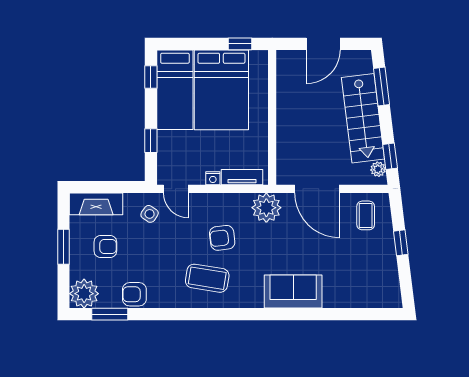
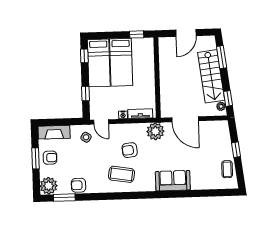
bed: (221, 90) -> (121, 62), width x0.67
coffee table: (366, 215) -> (227, 169), moved
armchair: (105, 246) -> (50, 158), moved

